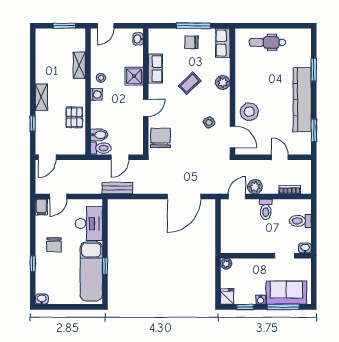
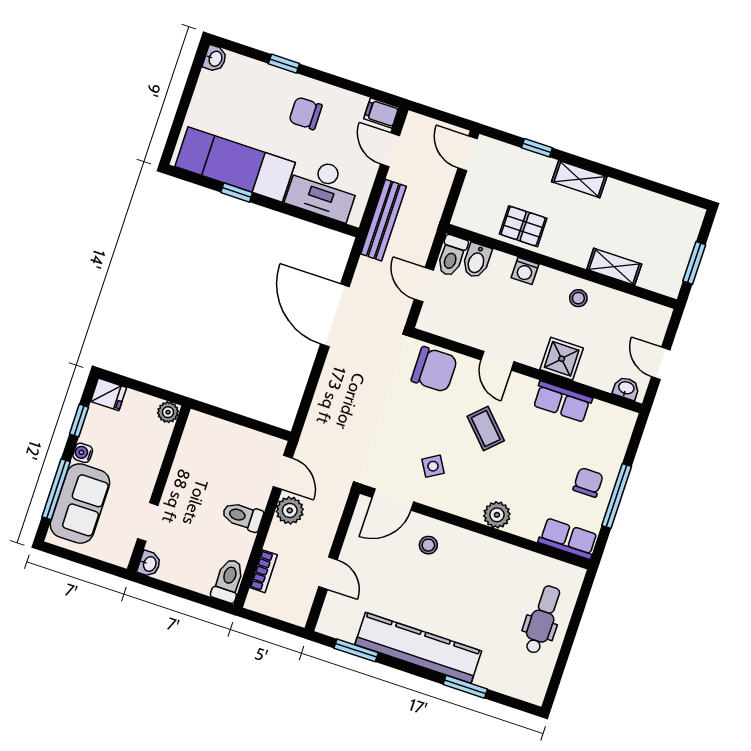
door: (106, 26) -> (661, 363), moved
coffee table: (190, 83) -> (486, 429), moved
washing machine: (96, 94) -> (525, 271), moved
stool: (249, 112) -> (428, 545), width x0.53, depth x0.53
door: (280, 157) -> (328, 573), hinge flipped
bench: (117, 188) -> (383, 220), moved, width x1.36
door: (184, 197) -> (335, 315), moved
toilet: (300, 221) -> (228, 581), moved

